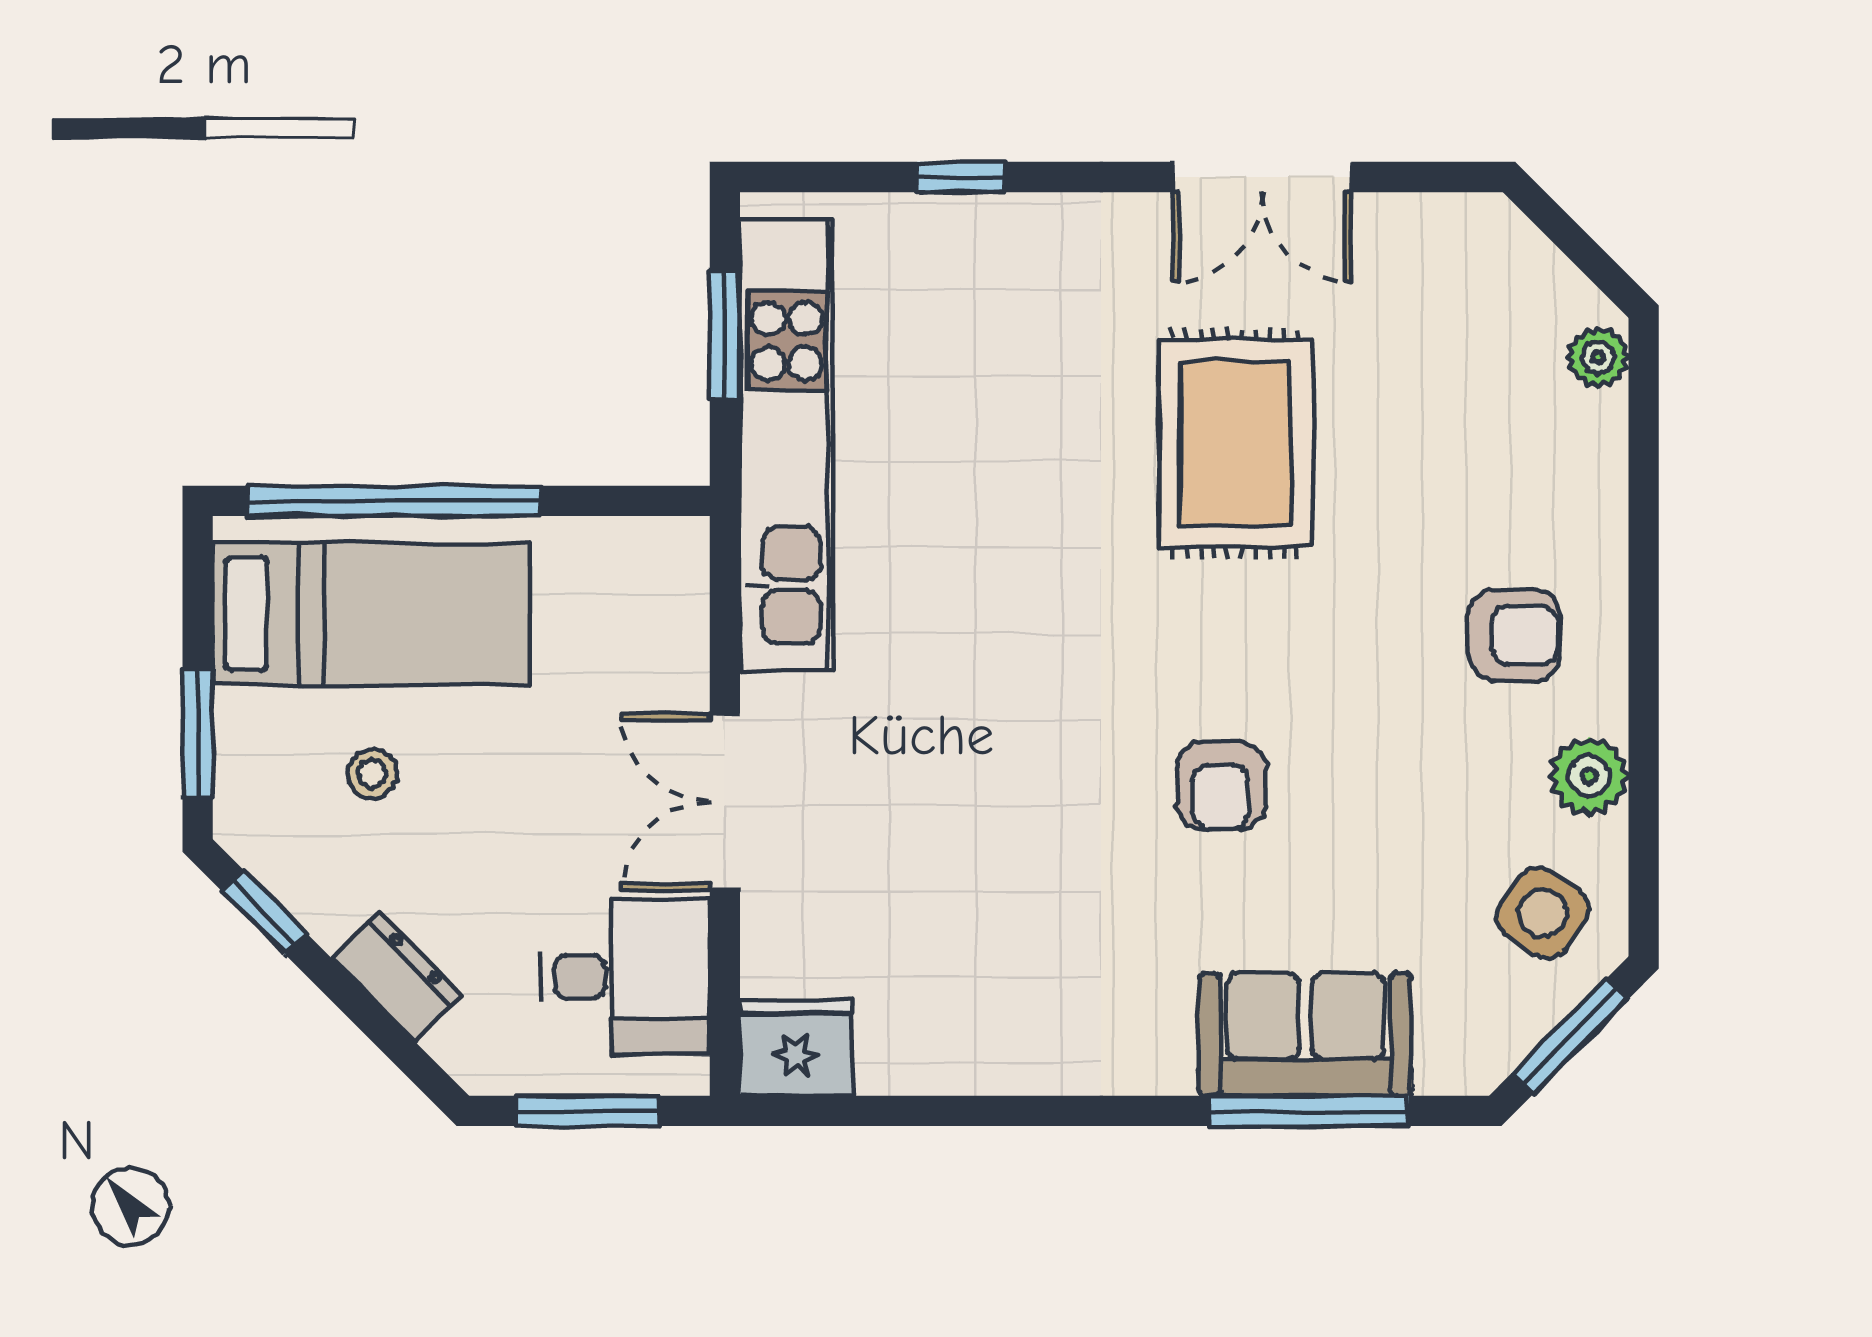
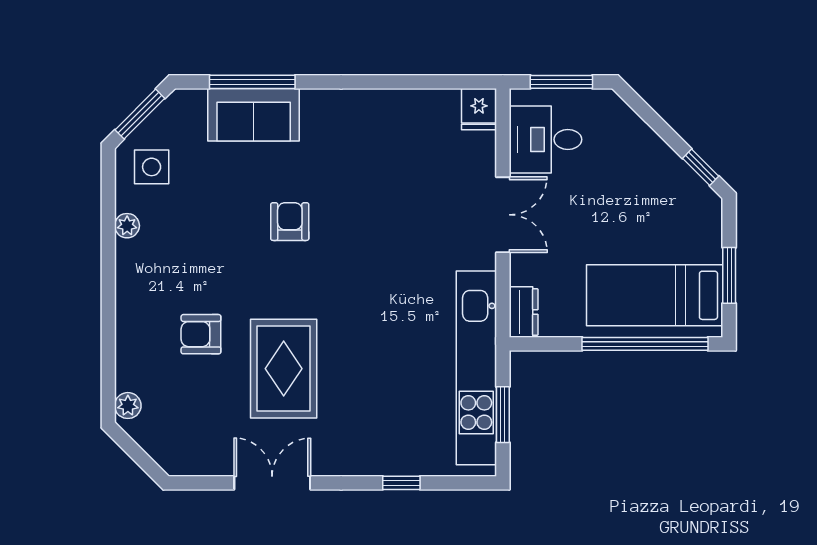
armchair: (1514, 635) -> (201, 334), moved
window: (198, 733) -> (729, 275), moved
stool: (372, 774) -> (654, 227), removed
plant: (1589, 776) -> (127, 226), width x0.73, depth x0.73
side table: (1543, 913) -> (152, 167), turned -35
dresser: (397, 977) -> (524, 312), moved, turned -135
fridge: (796, 1048) -> (479, 109), width x0.72

